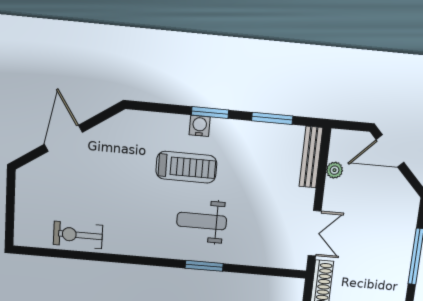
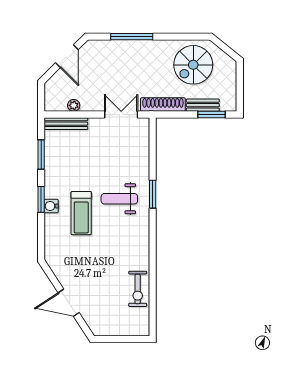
door: (390, 151) -> (67, 56), moved
treadmill: (186, 167) -> (81, 213), turned 180
weight bench: (202, 221) -> (119, 199), turned 90

